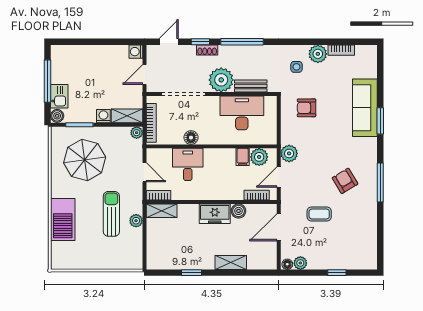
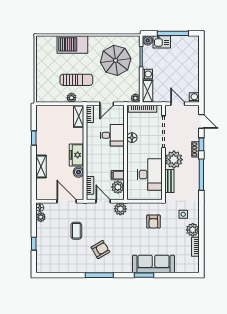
armchair: (307, 108) -> (153, 222), turned 180

